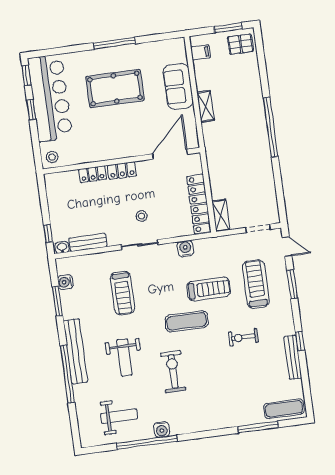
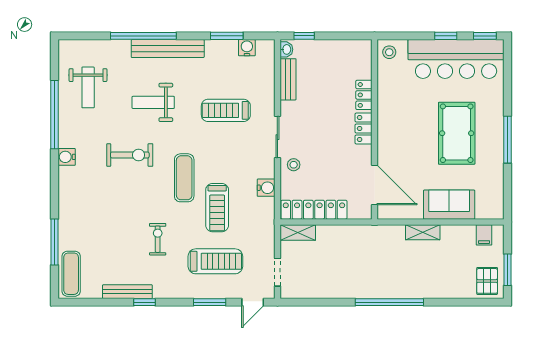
stool: (142, 216) -> (294, 165), moved
water cooler: (162, 429) -> (67, 157), moved

